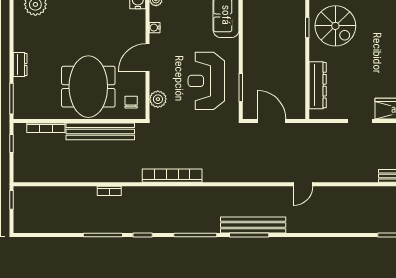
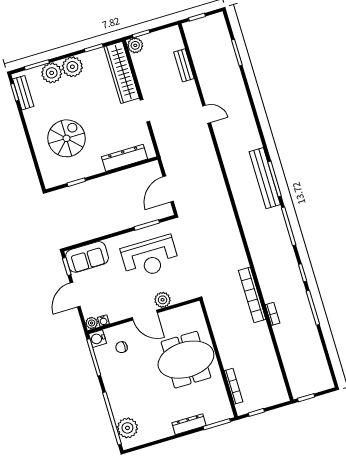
spiral stairs: (335, 26) -> (67, 138), moved
water cooler: (155, 28) -> (103, 321), moved
dresser: (20, 64) -> (189, 424), width x1.44
plant: (158, 99) -> (163, 300), moved
chair: (131, 102) -> (121, 347), moved
bench: (100, 131) -> (222, 337), removed
bookcase: (172, 176) -> (252, 295), moved
door: (303, 184) -> (207, 114), moved

